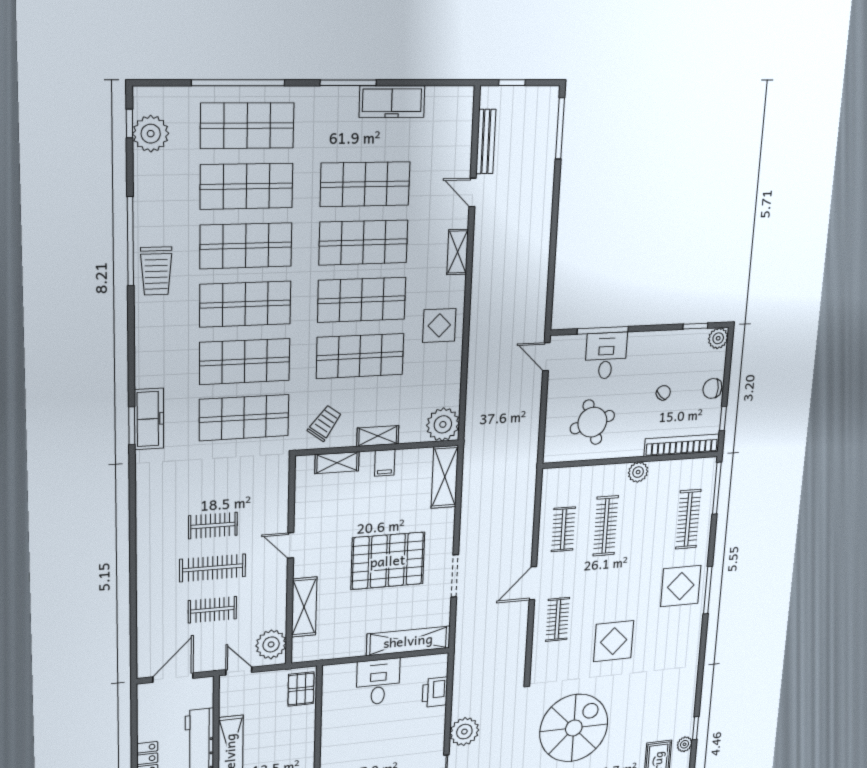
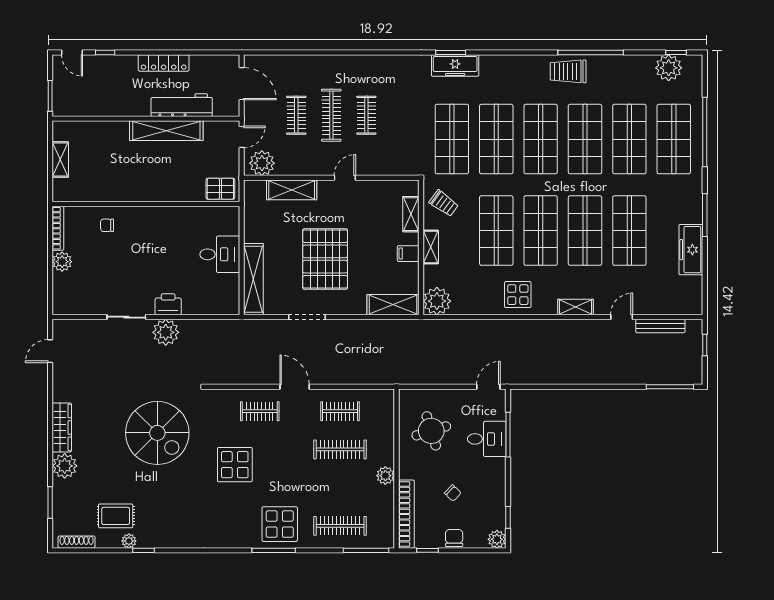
printer: (435, 692) -> (168, 304), moved

